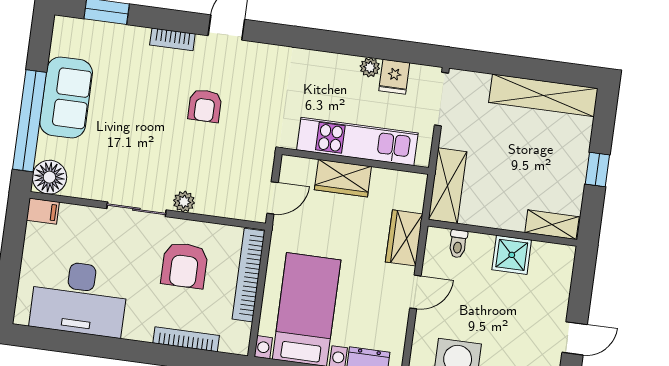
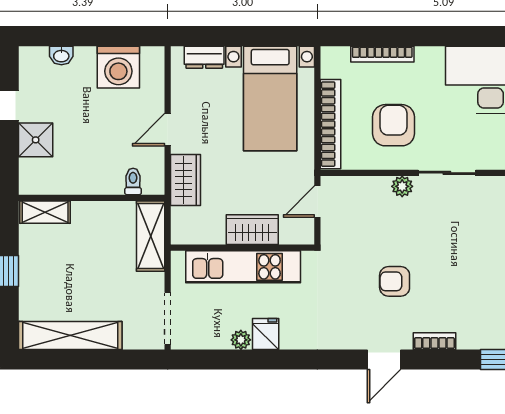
fridge: (394, 77) -> (266, 334), moved
armchair: (205, 106) -> (395, 281), turned -90
shower: (512, 255) -> (36, 140), moved

